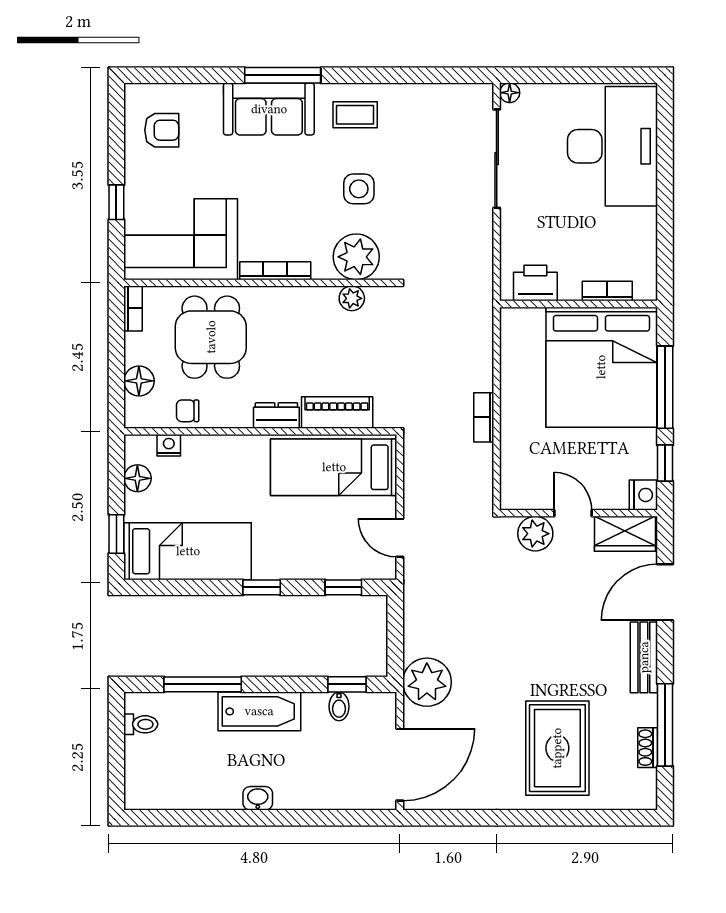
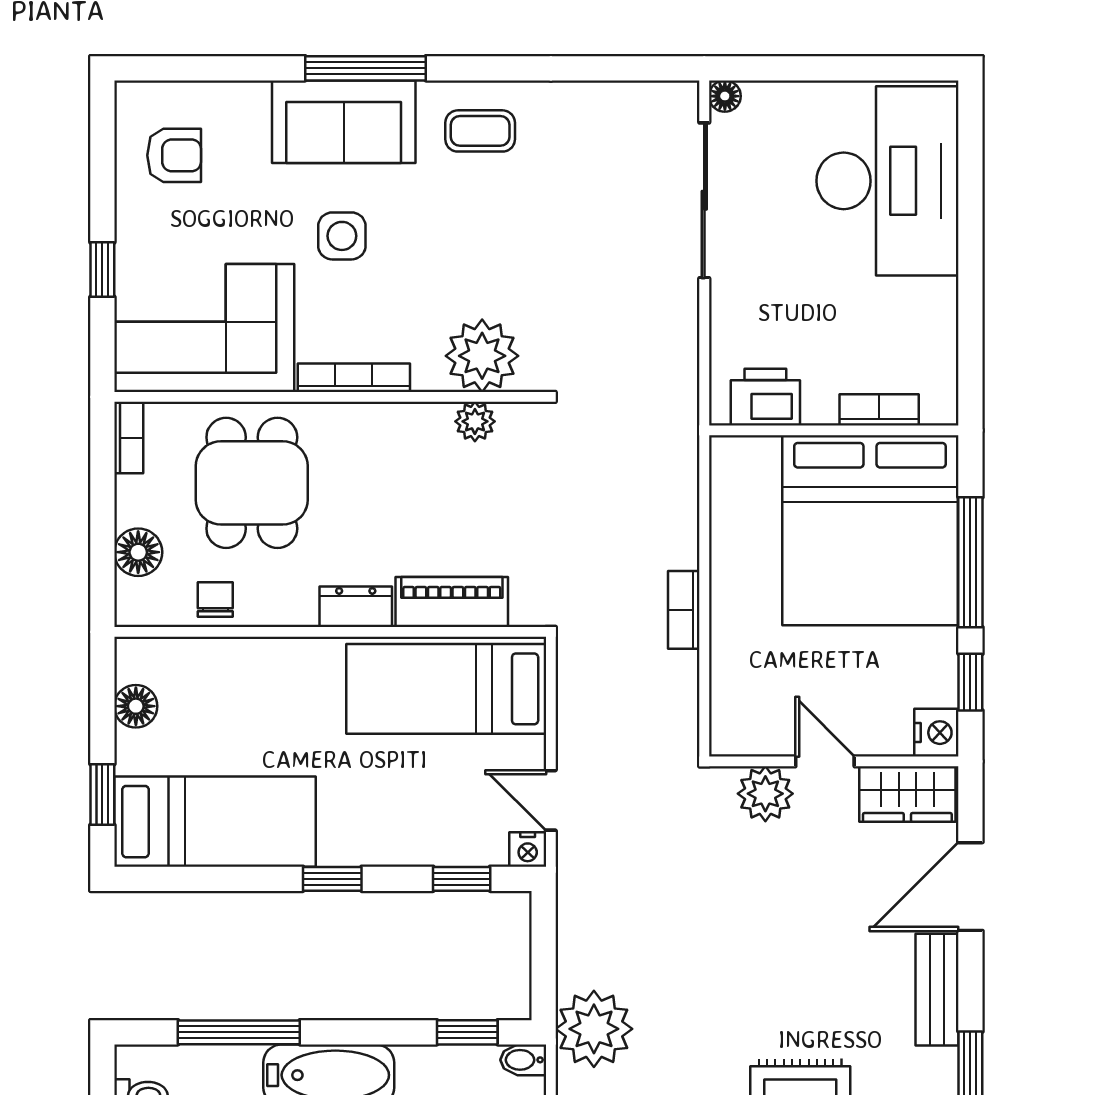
side table: (359, 189) -> (342, 236), moved
chair: (188, 411) -> (215, 599), turned 90
nightstand: (169, 445) -> (528, 850), moved, turned 180
bidet: (339, 706) -> (523, 1060), moved, turned 90

